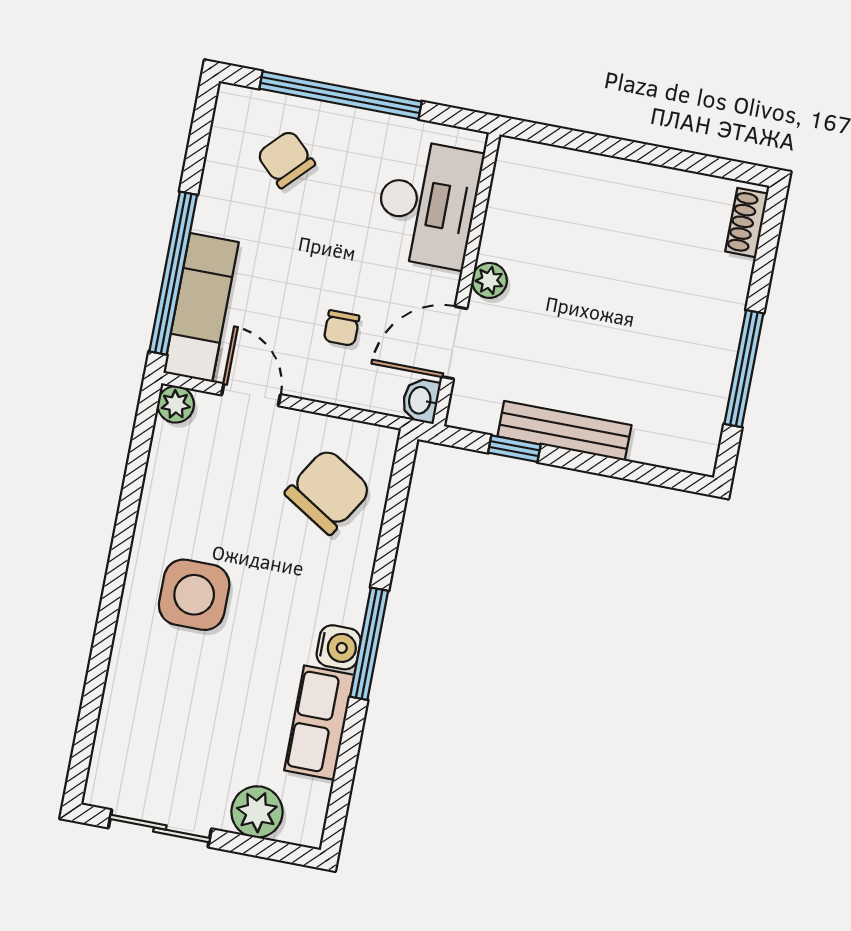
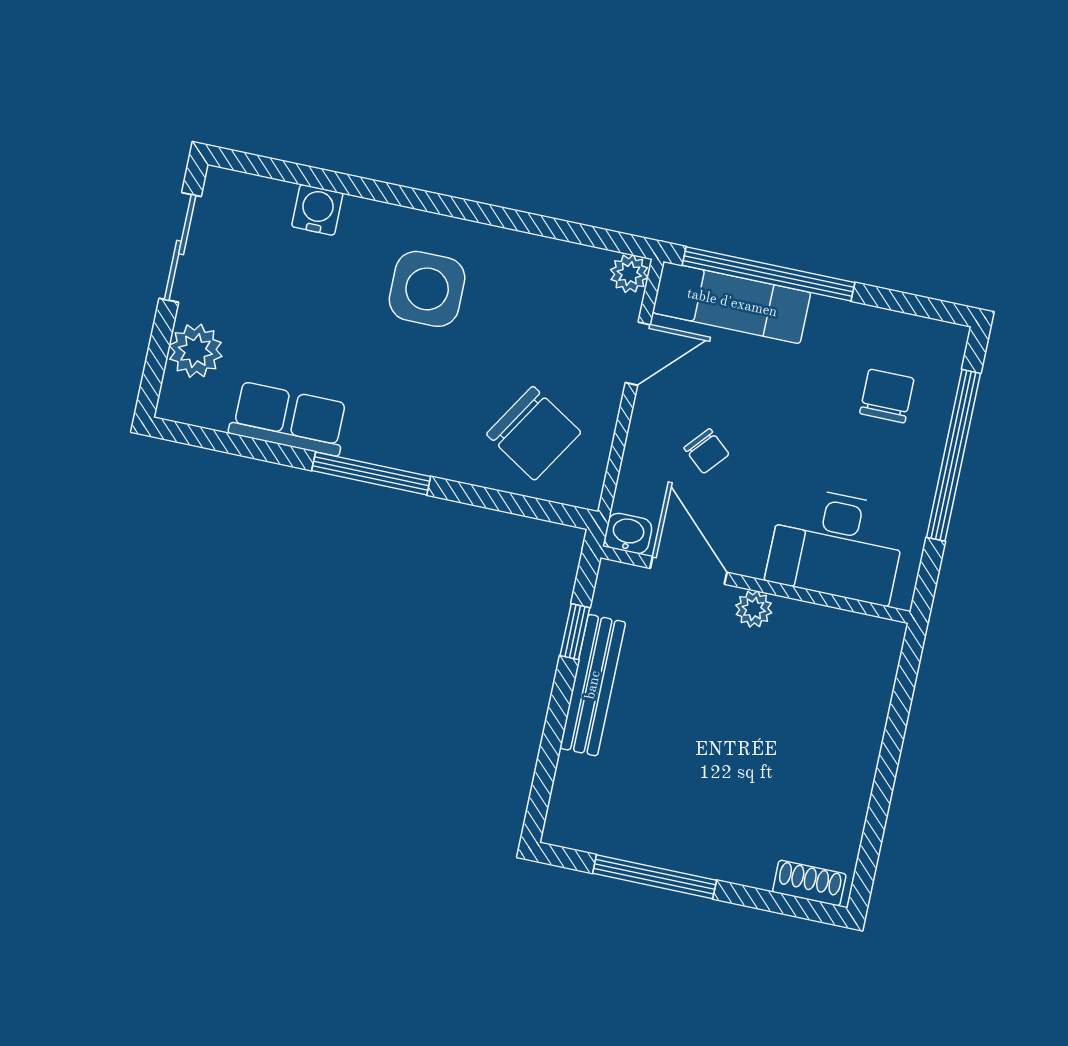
chair: (286, 159) -> (887, 396), turned -44
chair: (342, 328) -> (707, 451), turned -139
water cooler: (339, 647) -> (317, 210), moved, turned 180

